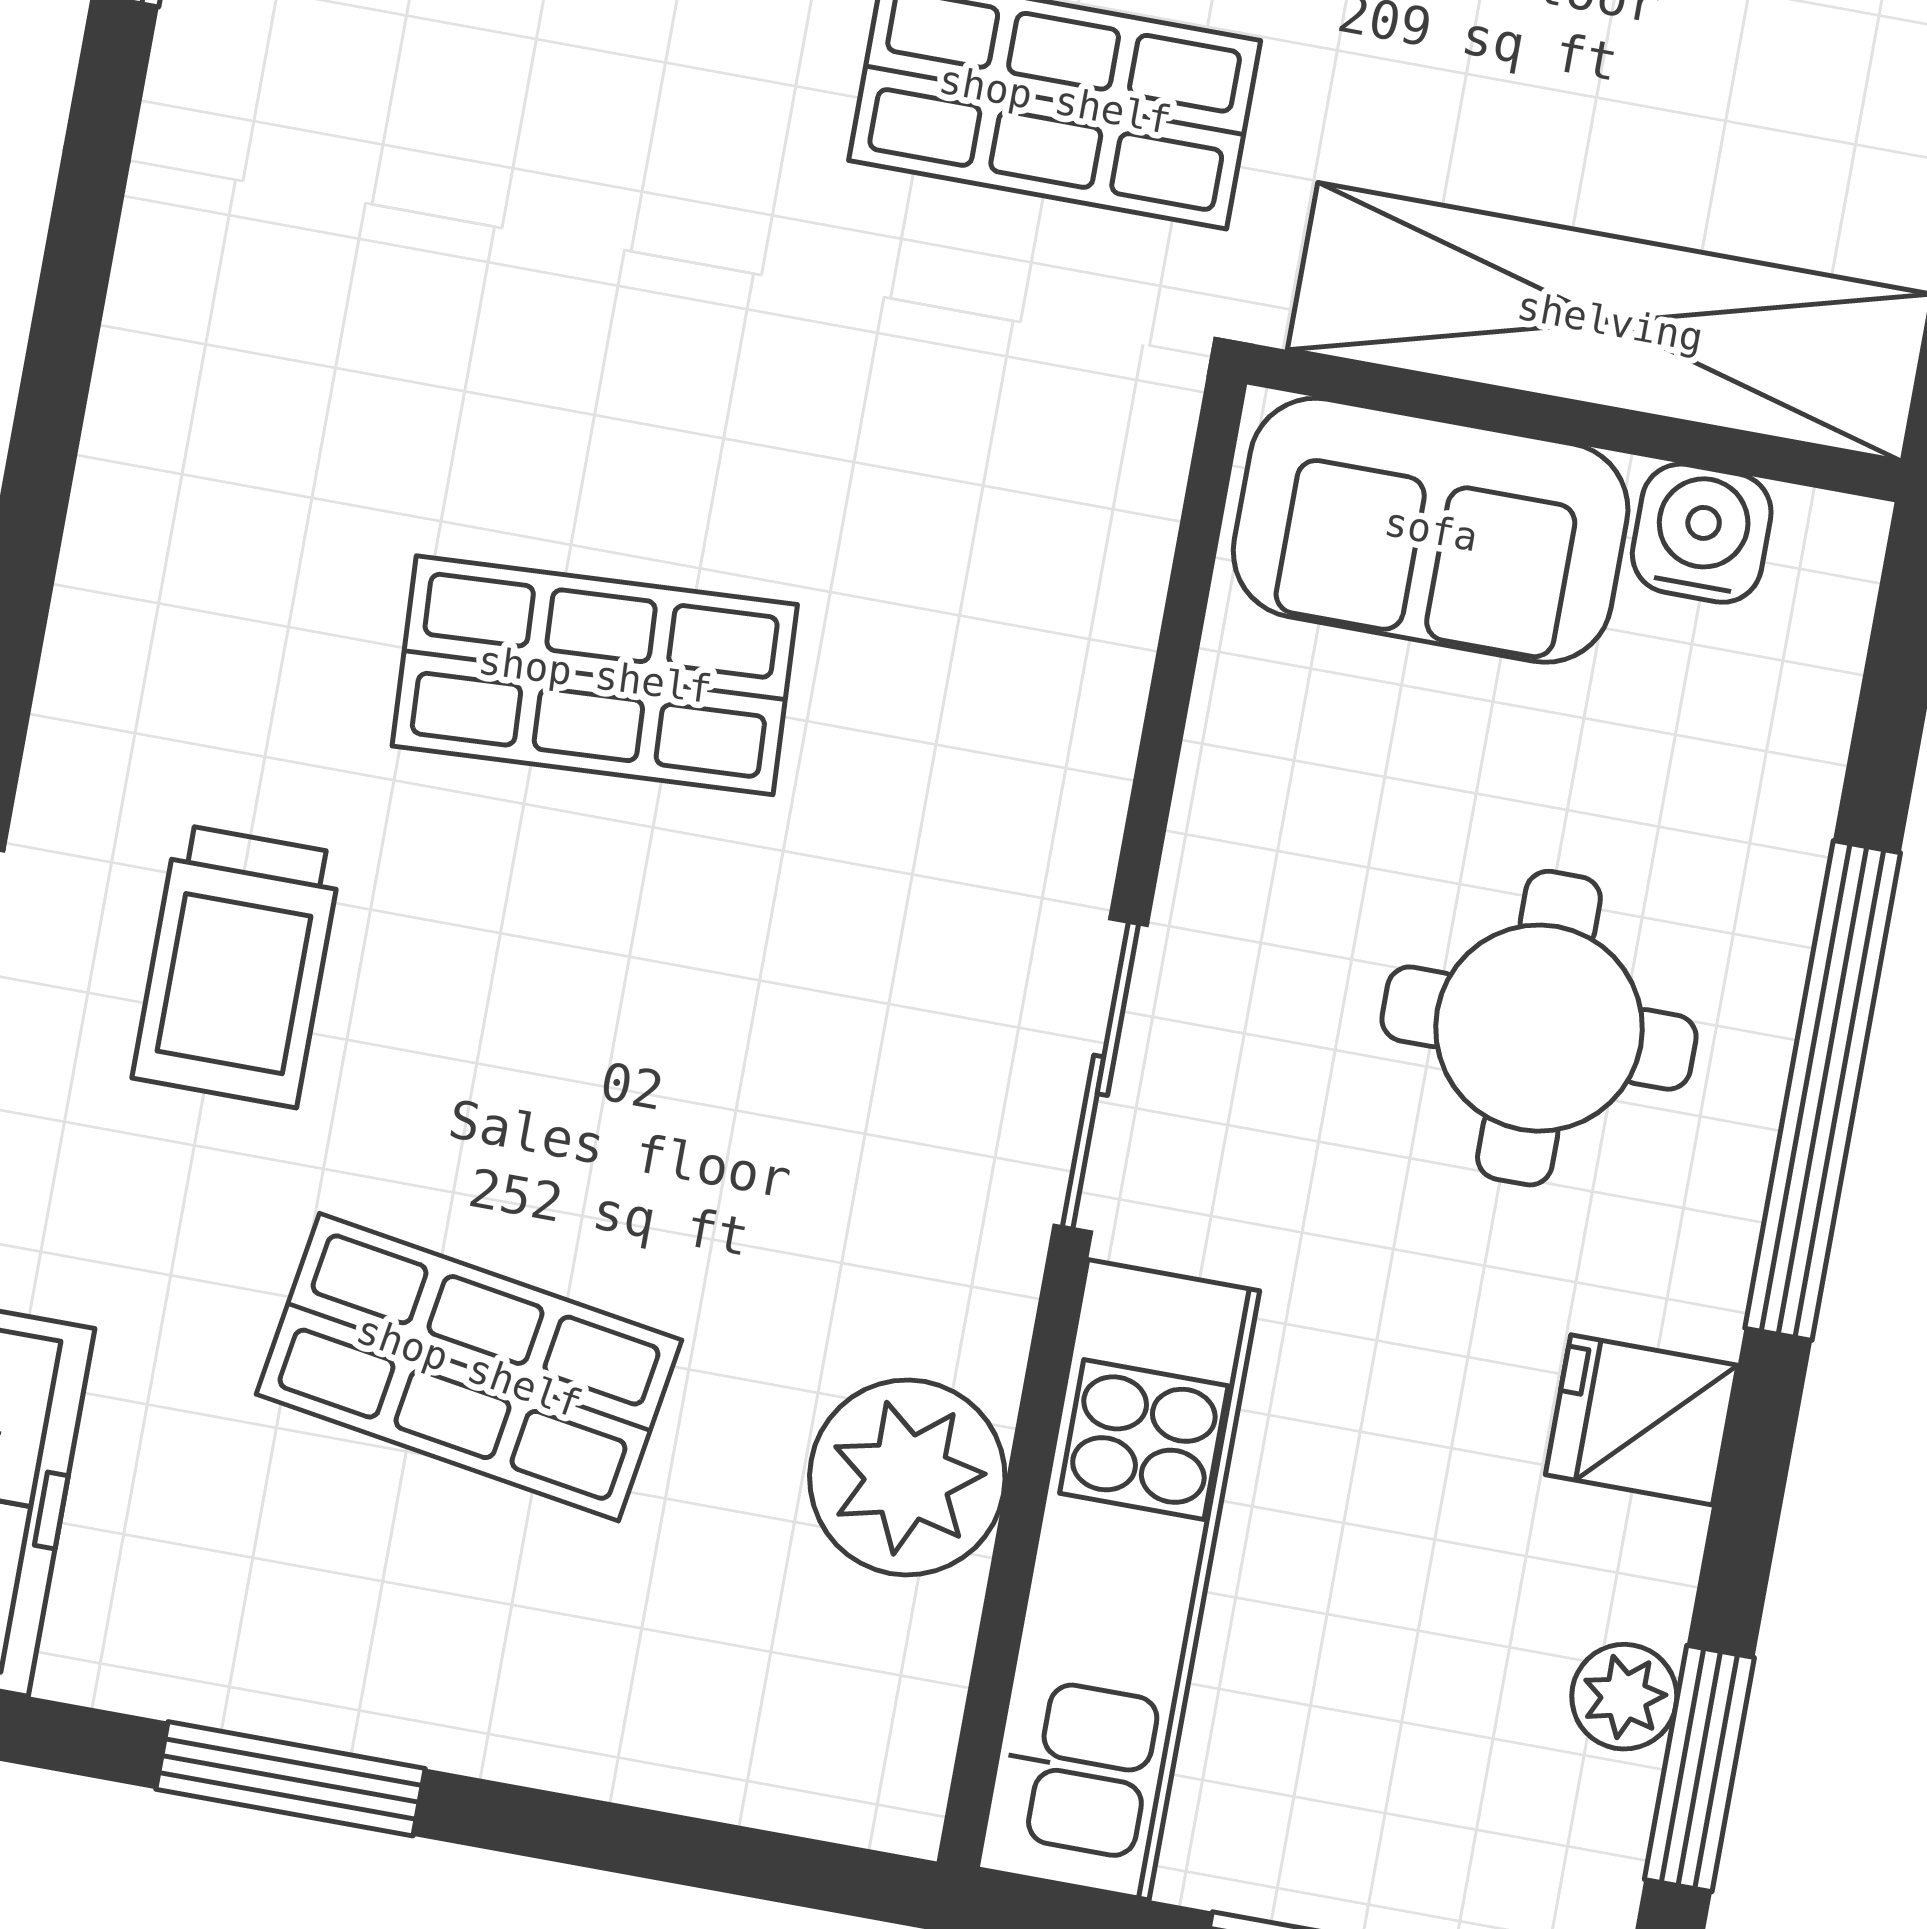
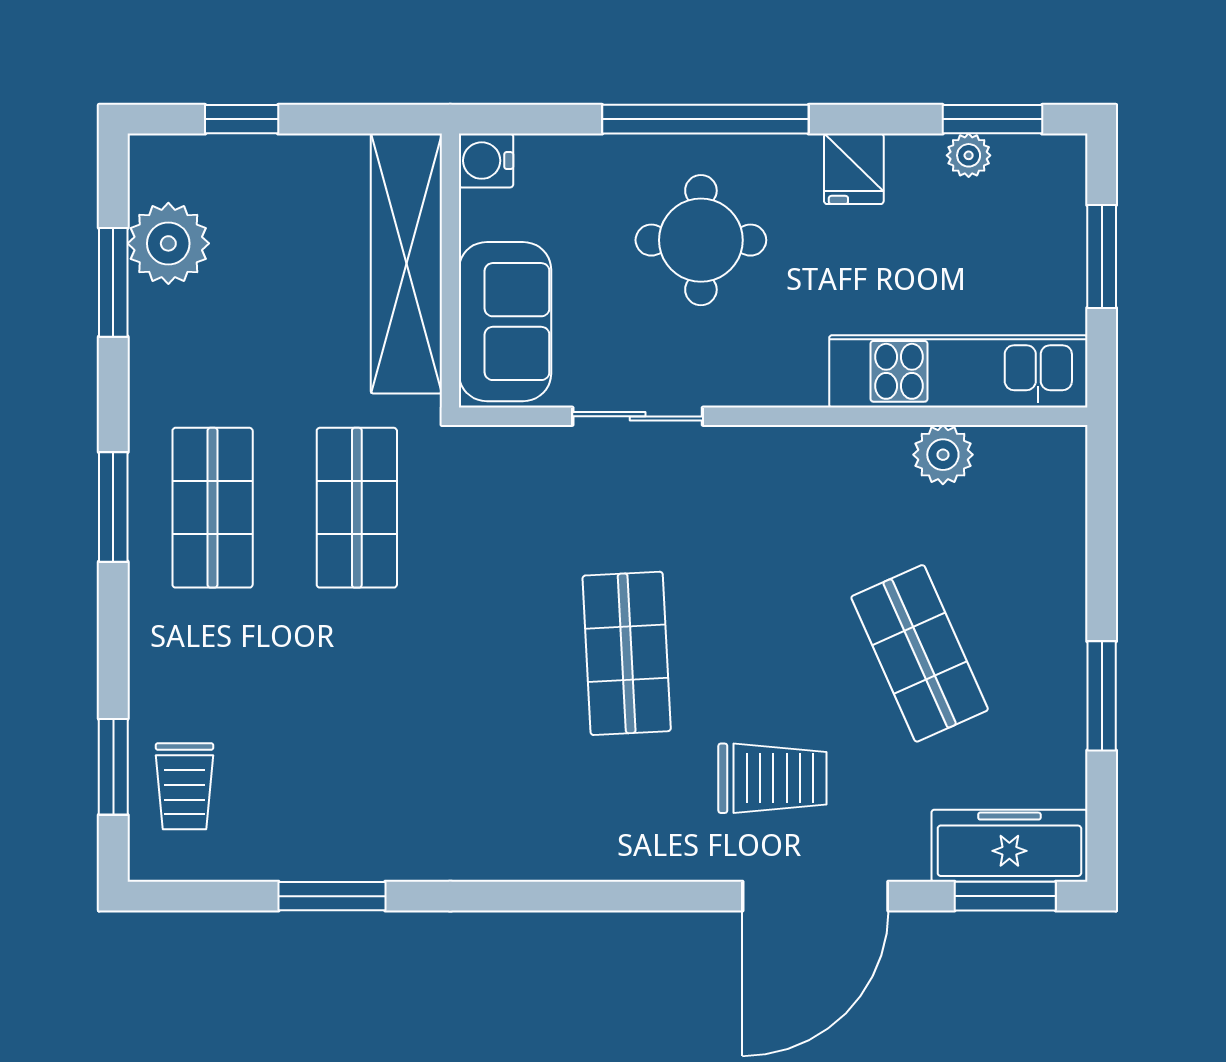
water cooler: (1702, 533) -> (486, 161), moved
sliding door: (1101, 1075) -> (638, 416), moved
shop shelf: (469, 1367) -> (920, 653), turned -33
plant: (907, 1477) -> (943, 455), width x0.73, depth x0.73

